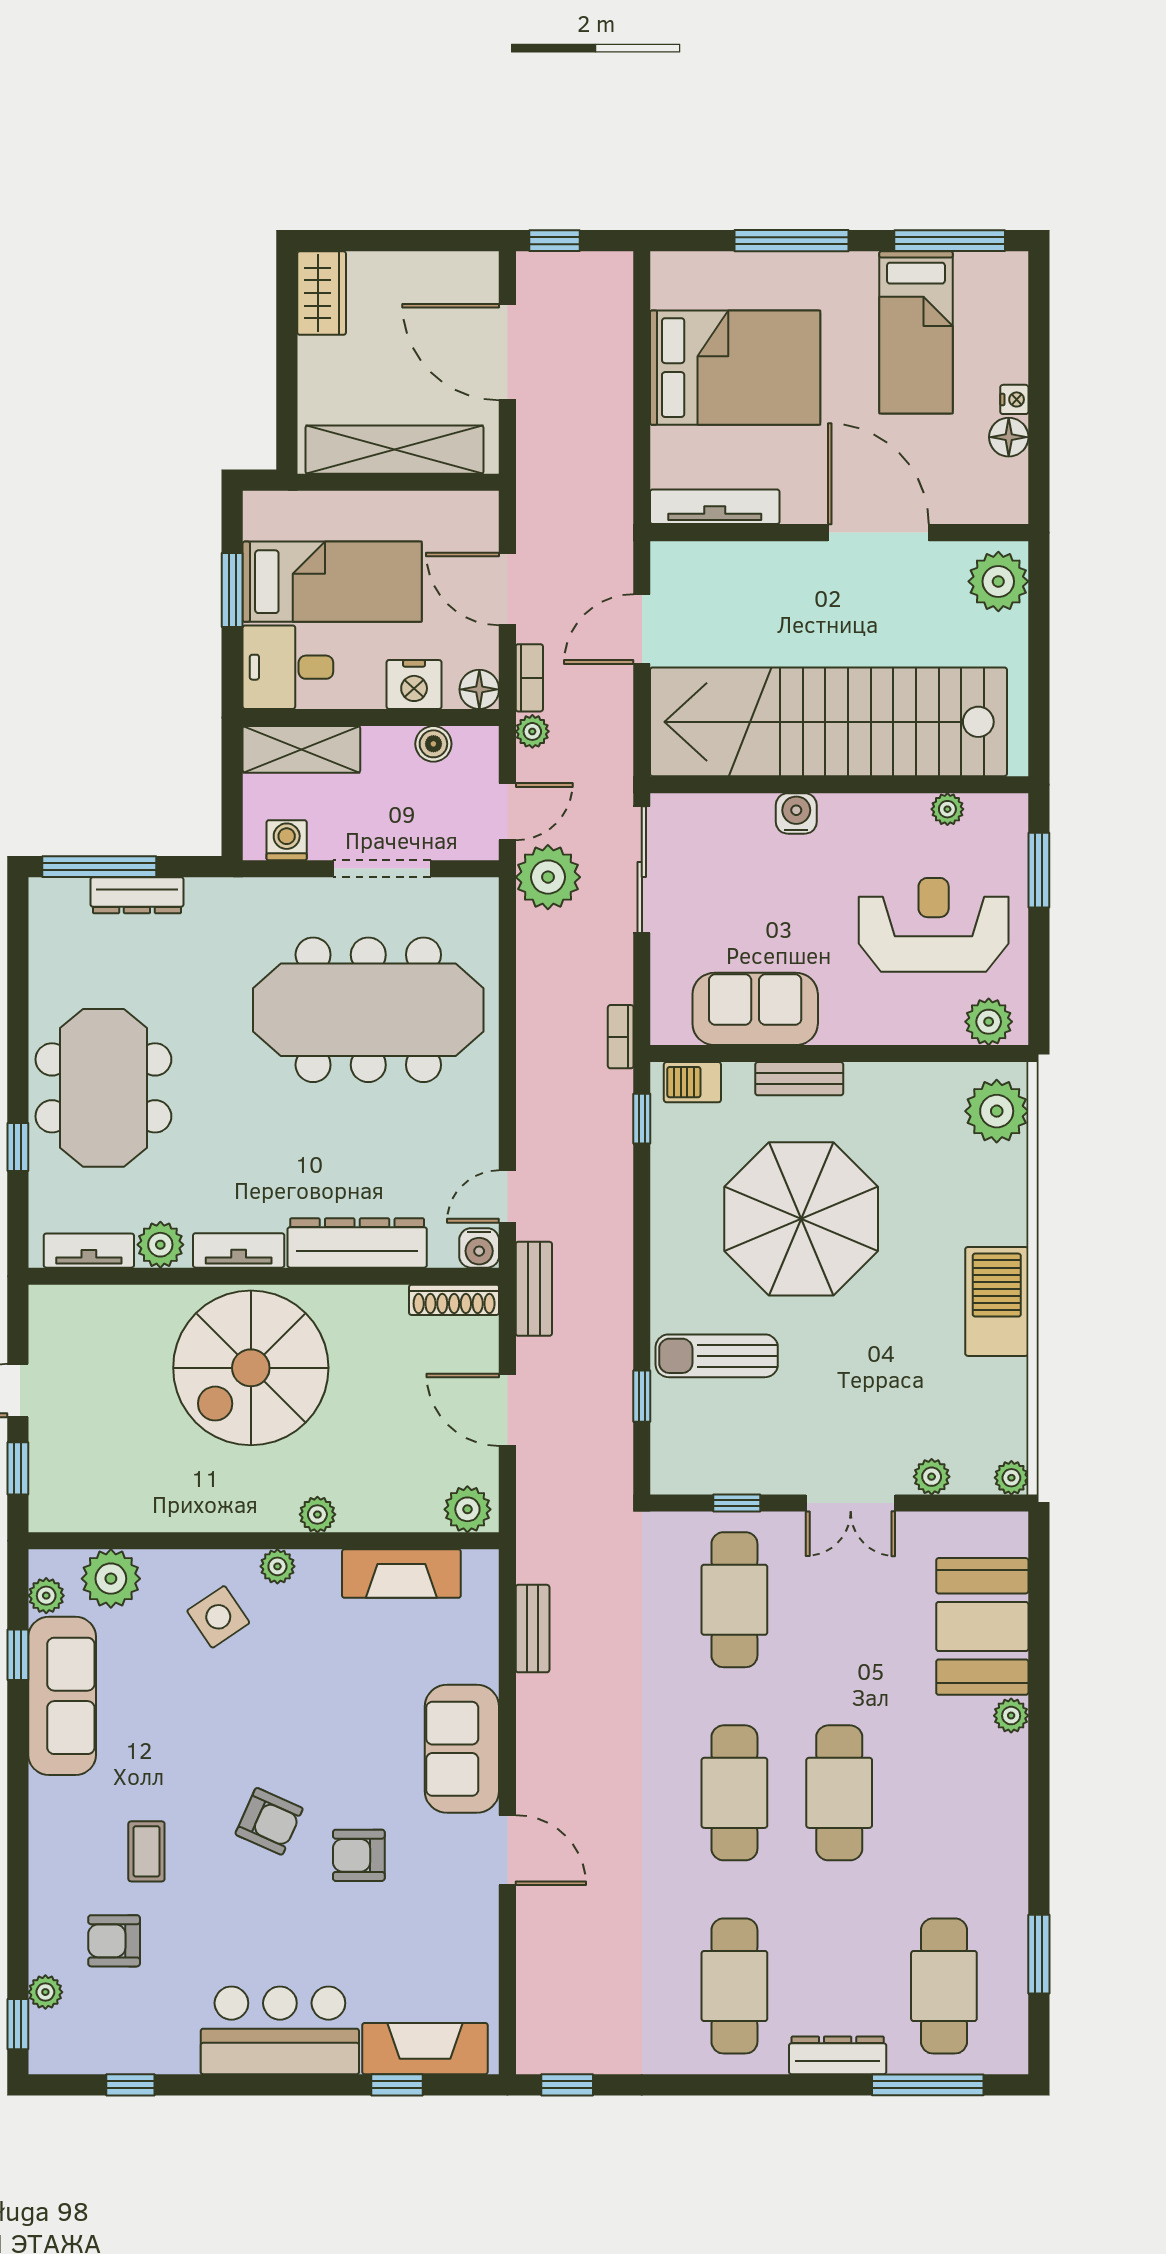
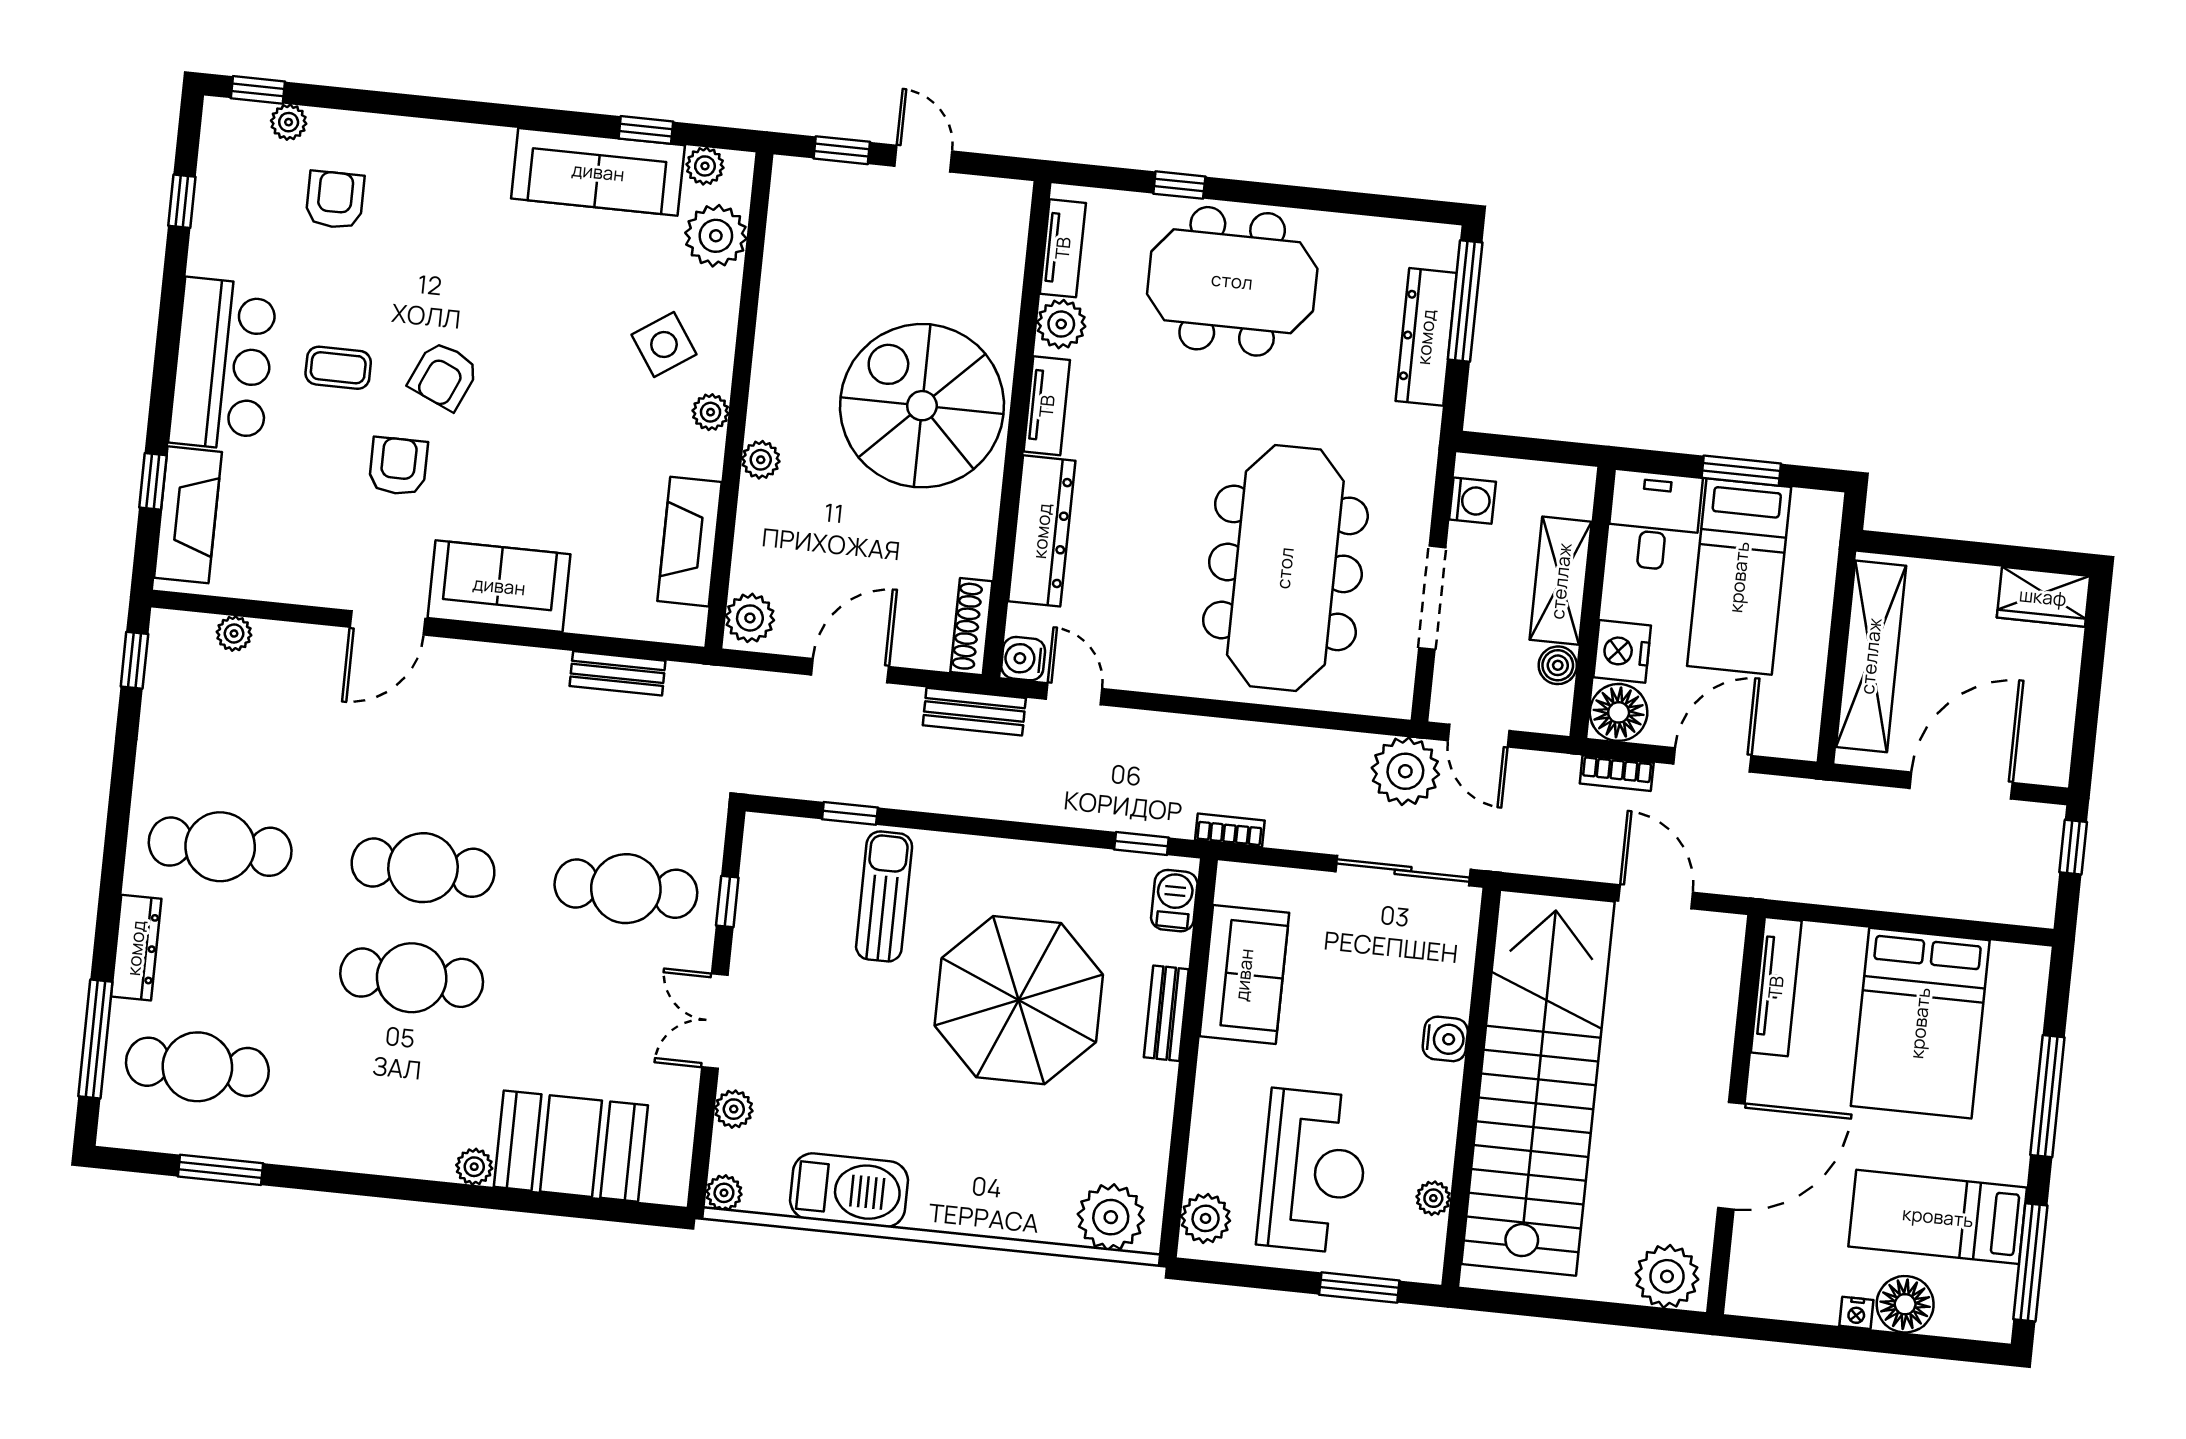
floor lamp: (1009, 437) -> (1905, 1304), moved, width x1.38, depth x1.38
floor lamp: (479, 689) -> (1619, 712), width x1.38, depth x1.38
plant: (532, 731) -> (234, 633), moved
shelving: (301, 749) -> (1561, 581), moved
dresser: (137, 895) -> (1426, 337), width x1.37, depth x1.24
barbecue: (997, 1301) -> (849, 1190), moved
coffee table: (146, 1851) -> (338, 368), moved

